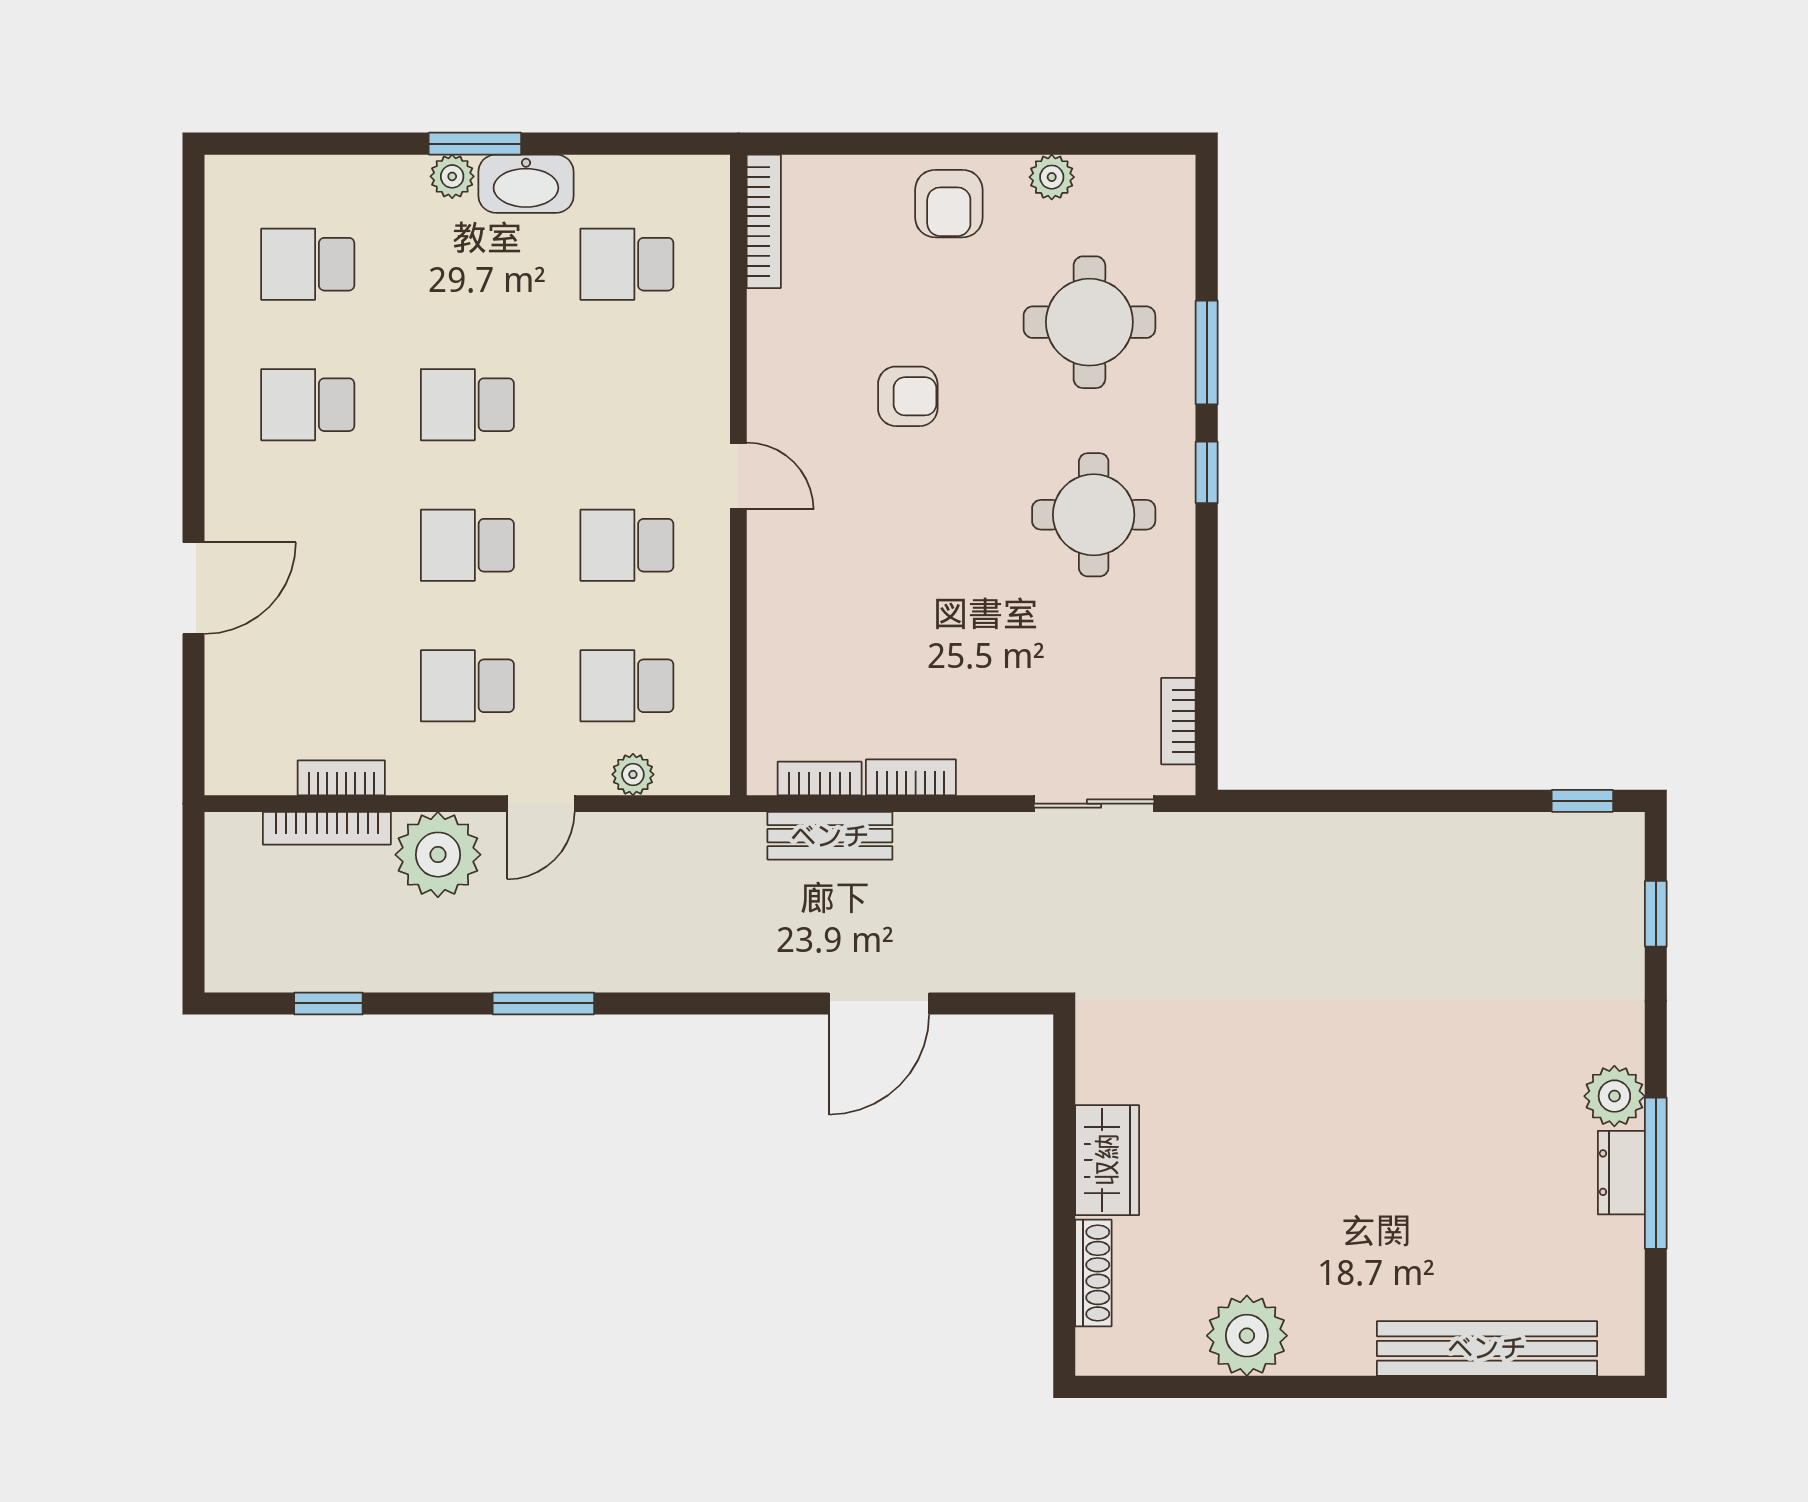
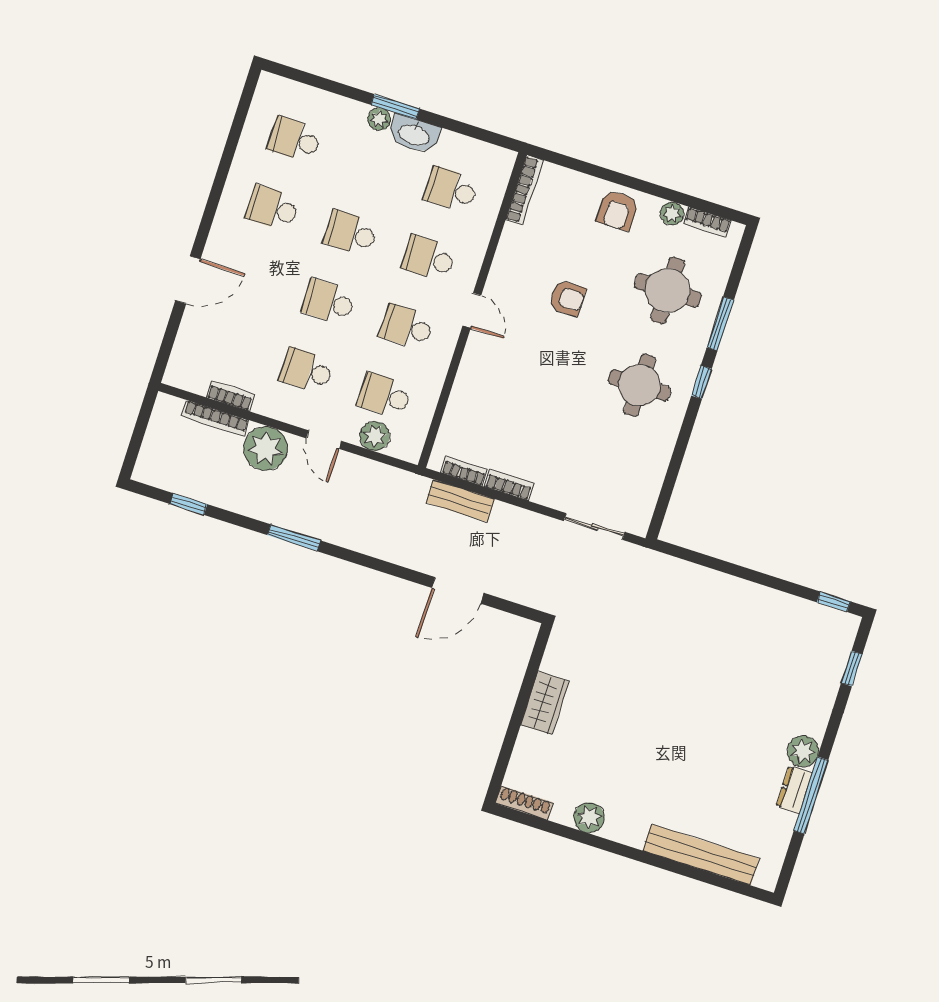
school desk: (627, 405) -> (429, 258), added
bookcase: (1178, 721) -> (707, 222), moved, turned -90
plant: (633, 774) -> (375, 436), width x1.38, depth x1.38
door: (541, 804) -> (324, 440), hinge flipped
shoe rack: (1093, 1273) -> (524, 803), moved, turned -90
plant: (1247, 1336) -> (589, 818), width x0.73, depth x0.73

